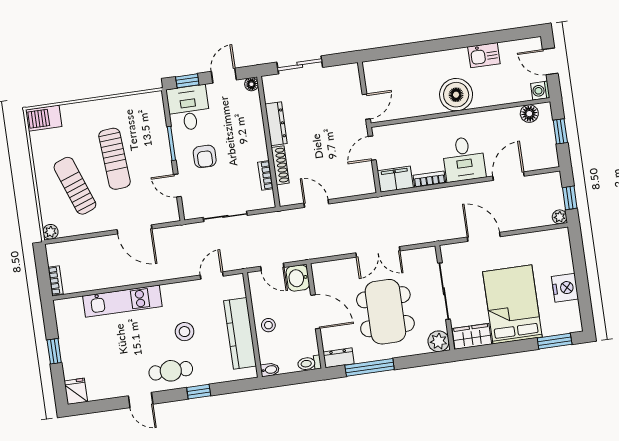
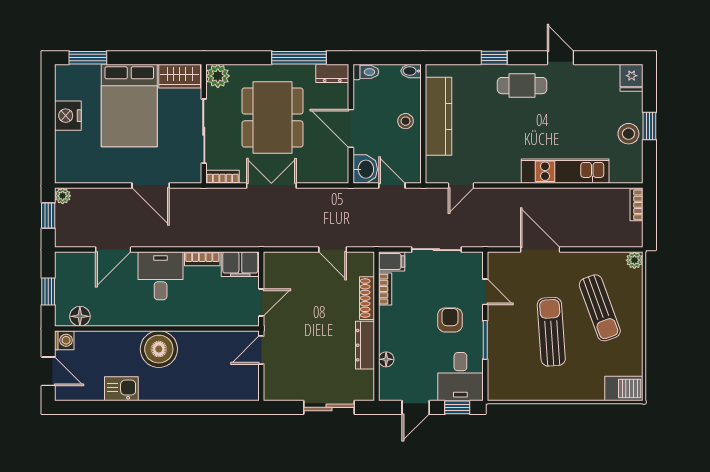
floor lamp: (251, 84) -> (386, 359), moved
filing cabinet: (263, 200) -> (392, 261), added
bookcase: (422, 253) -> (223, 177), added
stool: (185, 332) -> (628, 134), moved

